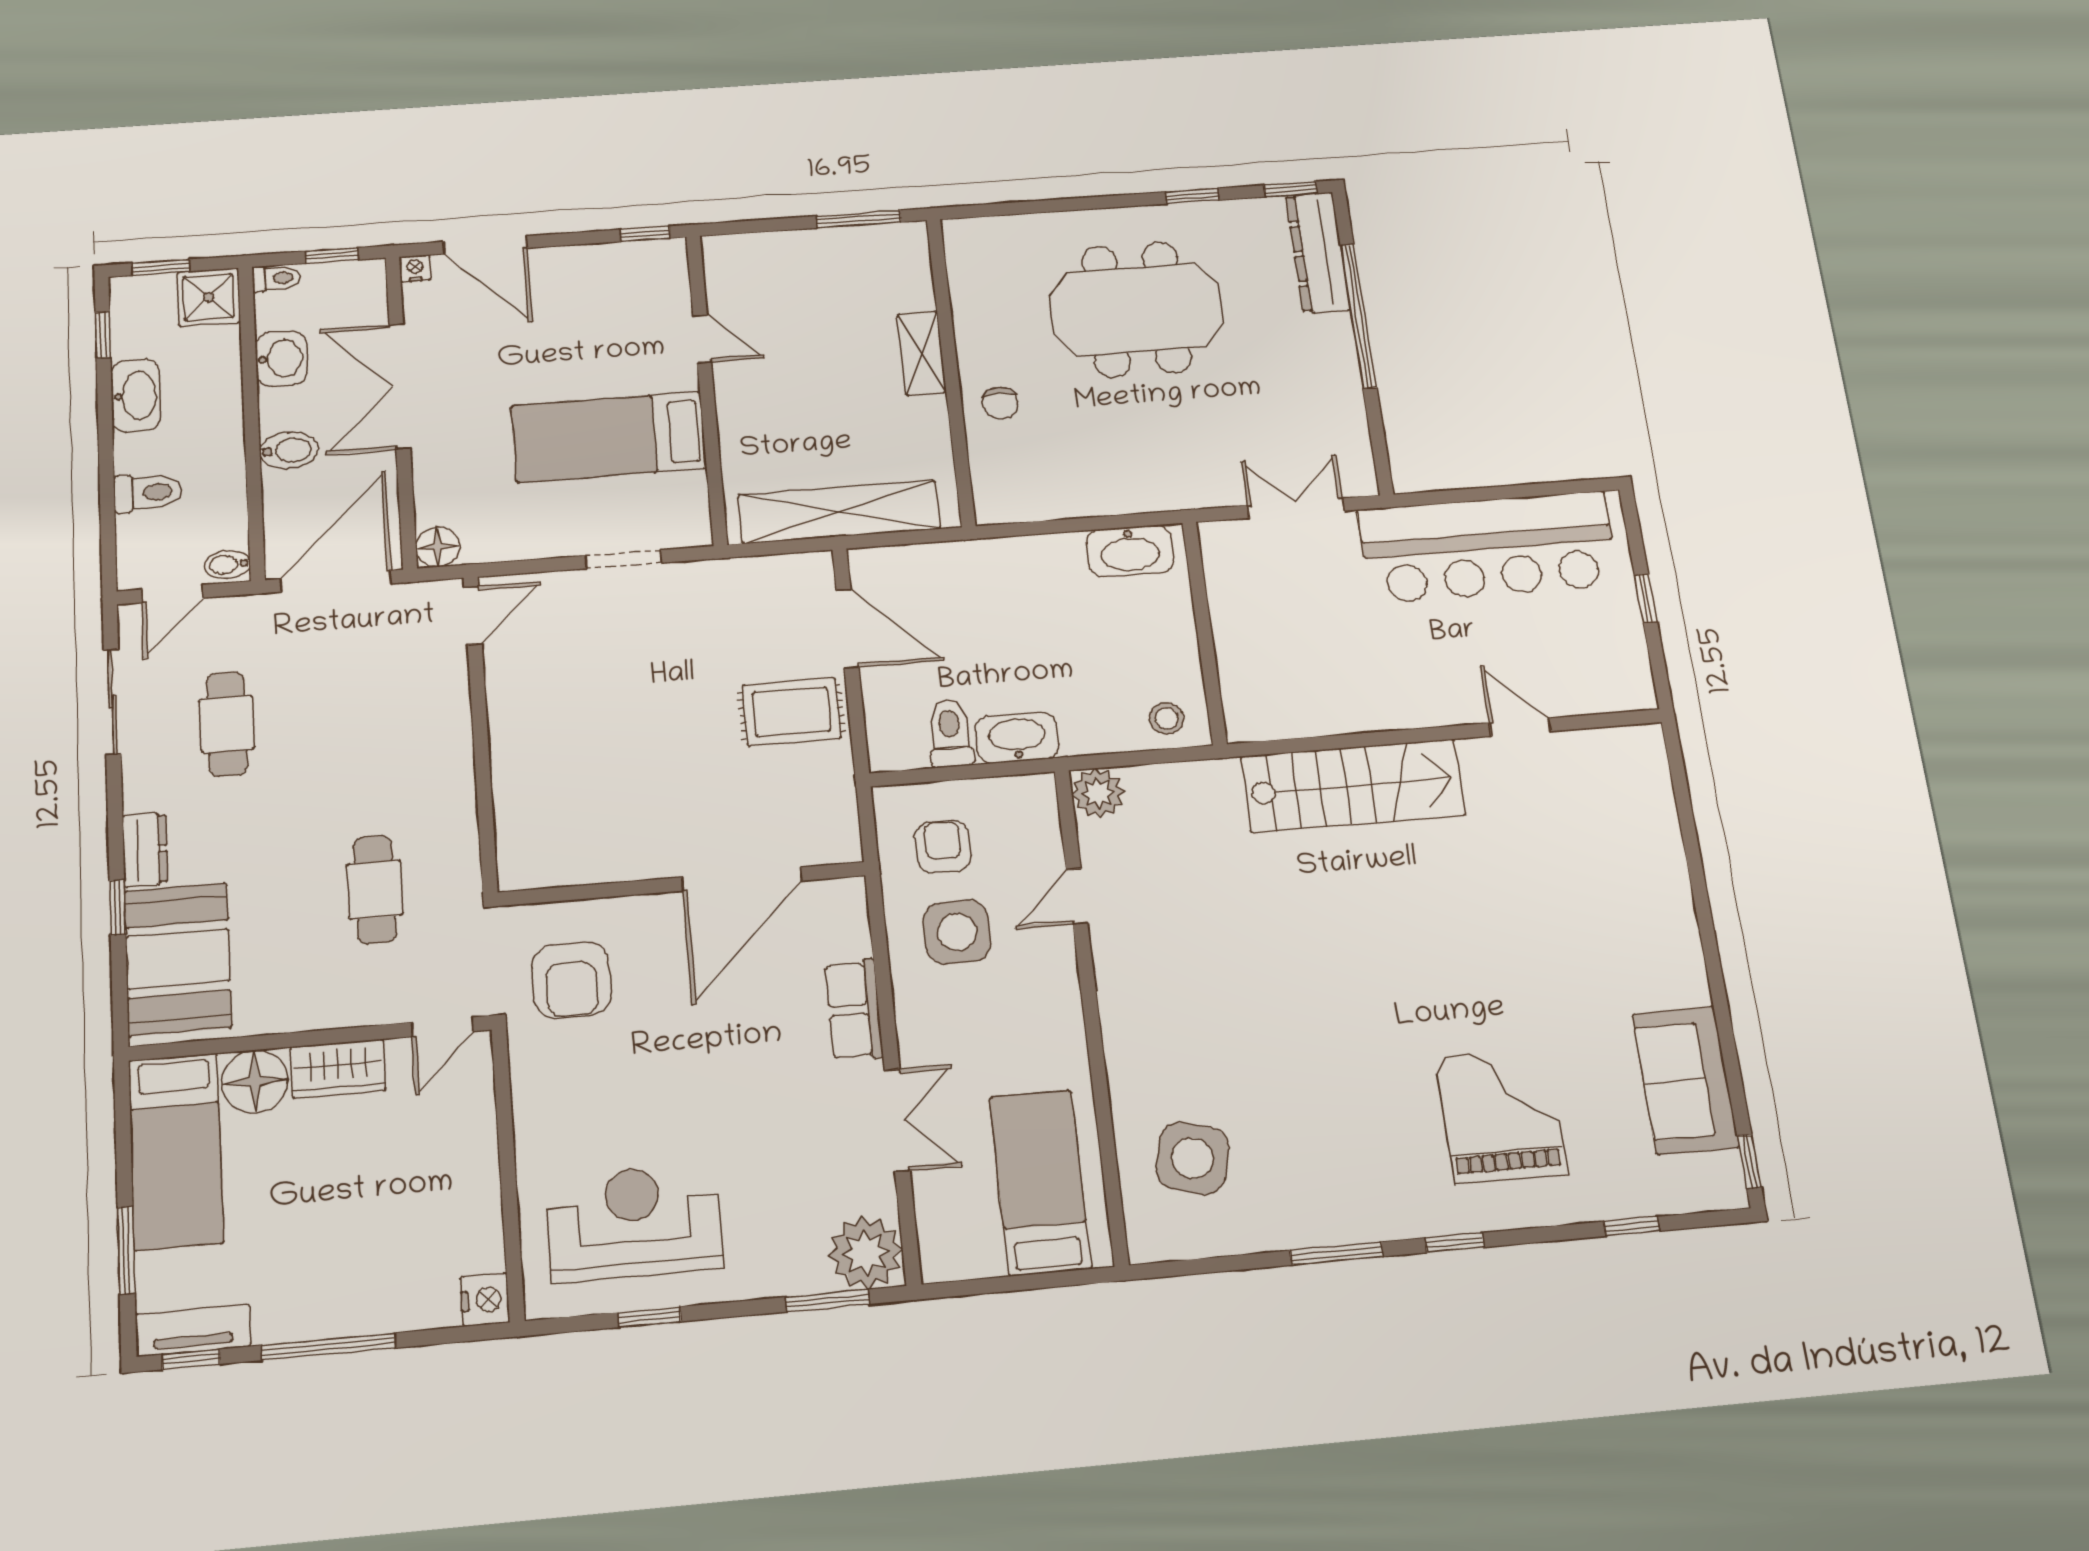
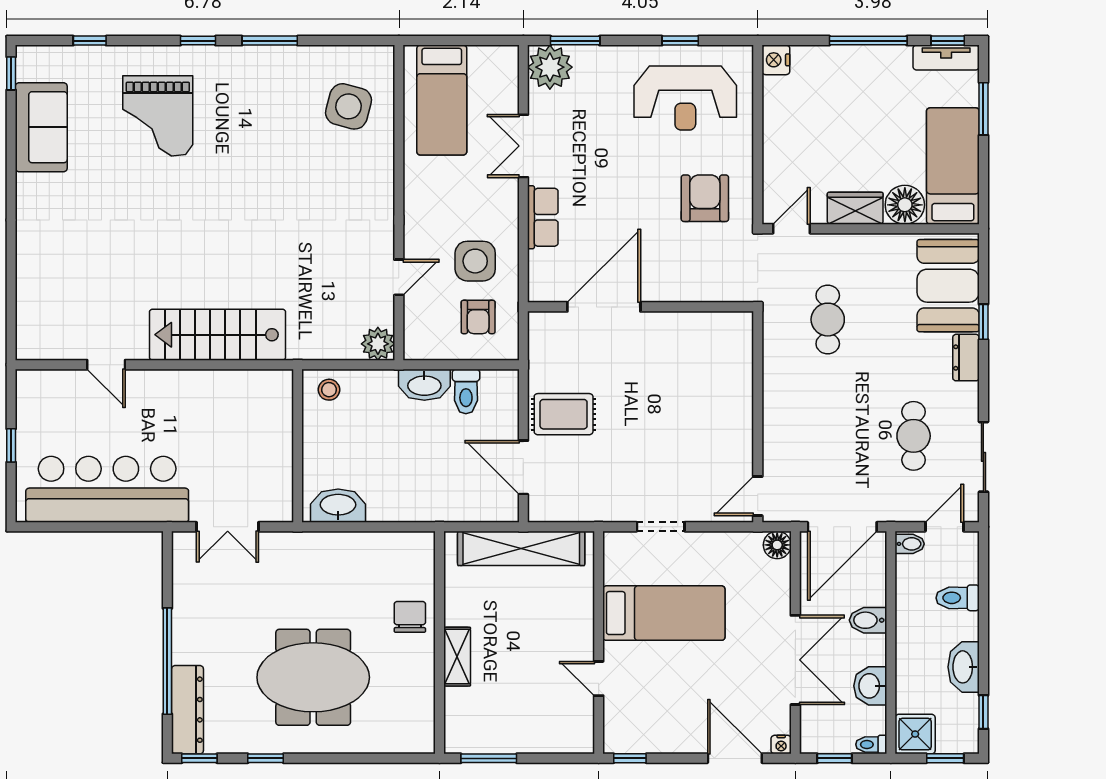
chair: (1000, 403) -> (410, 617), width x1.37, depth x1.37
armchair: (572, 980) -> (705, 198), moved

